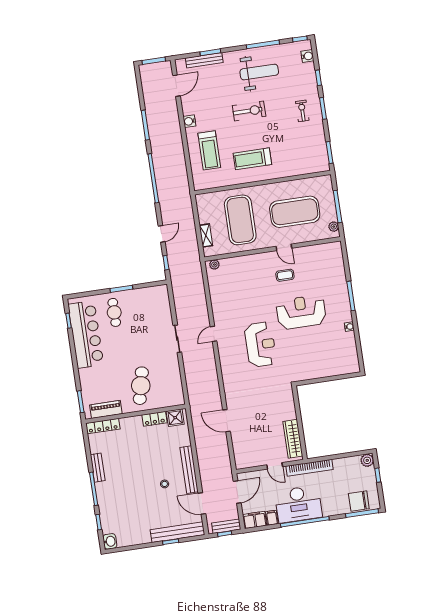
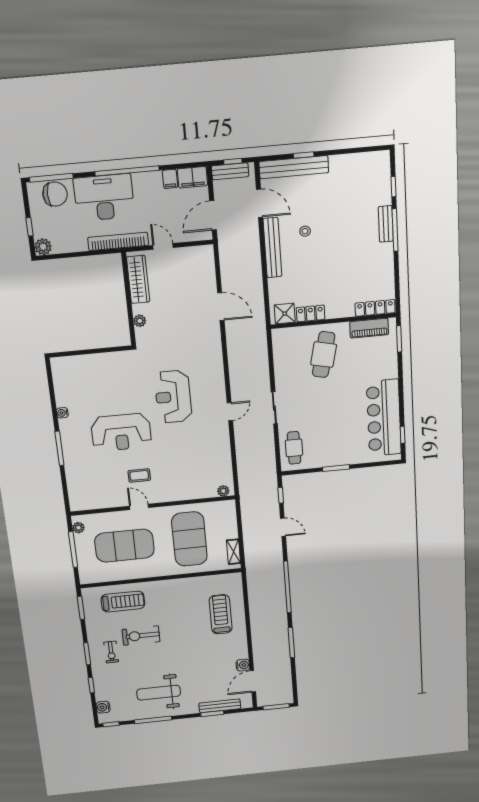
exercise bike: (249, 111) -> (141, 636), moved
water cooler: (189, 121) -> (243, 665), moved
treadmill: (252, 159) -> (123, 602), moved
door: (162, 234) -> (283, 527), swing flipped
shelving: (206, 235) -> (234, 552), moved
cafe table: (114, 312) -> (294, 448), moved
plant: (290, 406) -> (140, 321), added
bench: (98, 468) -> (386, 224), moved
desk: (298, 504) -> (104, 197), moved
washbasin: (110, 541) -> (382, 160), removed

